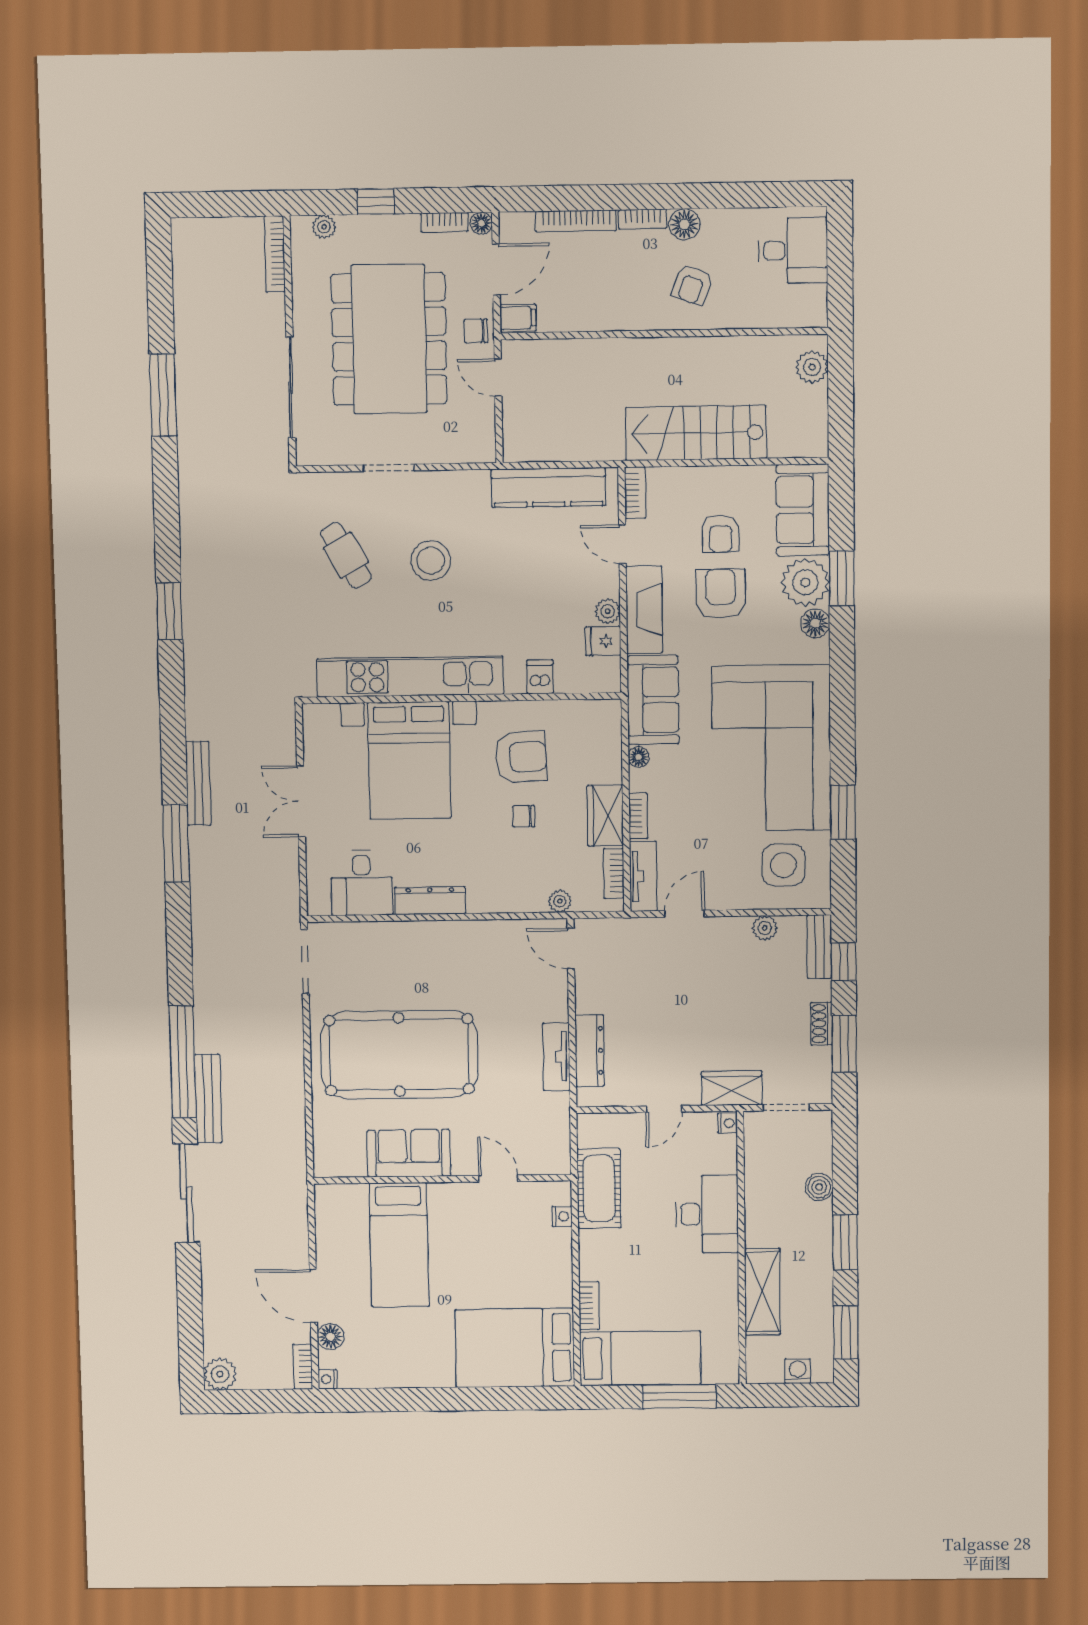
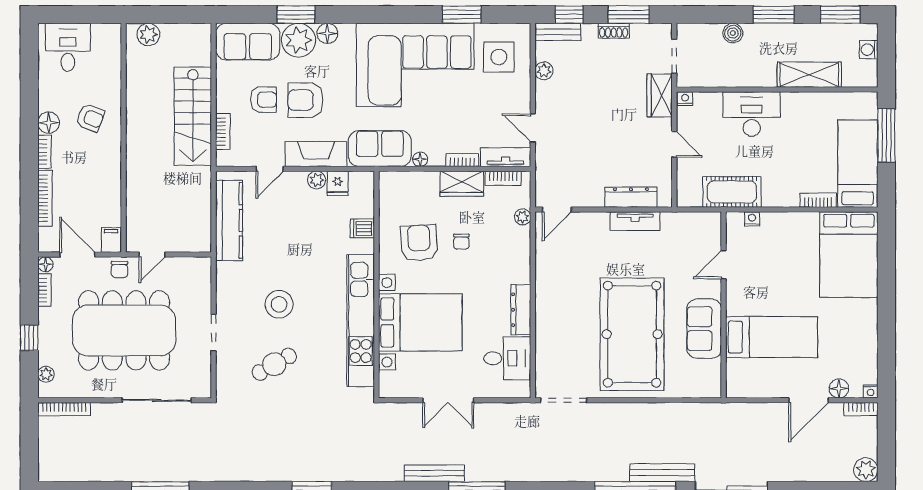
bookcase: (635, 493) -> (223, 131), moved, turned 90

